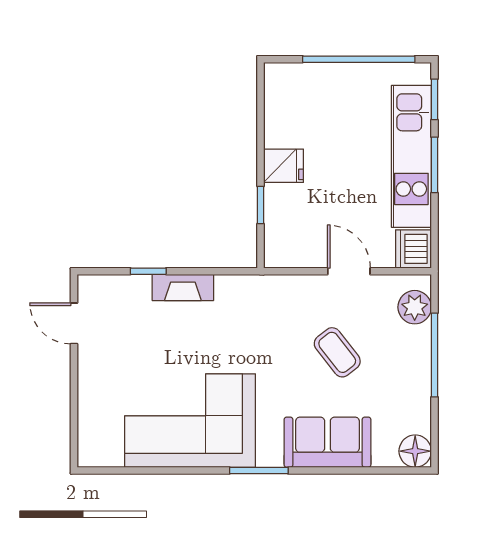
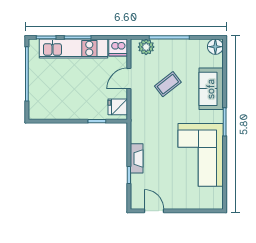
fridge: (284, 166) -> (118, 107), moved, turned -90
door: (74, 323) -> (154, 211), swing flipped

